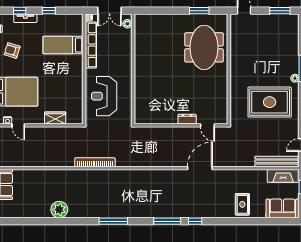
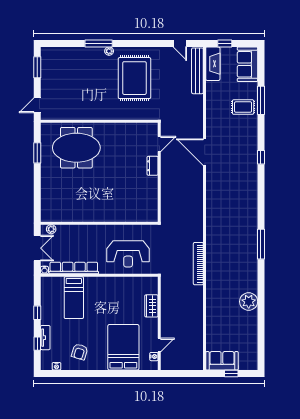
window: (167, 221) -> (261, 100), moved

